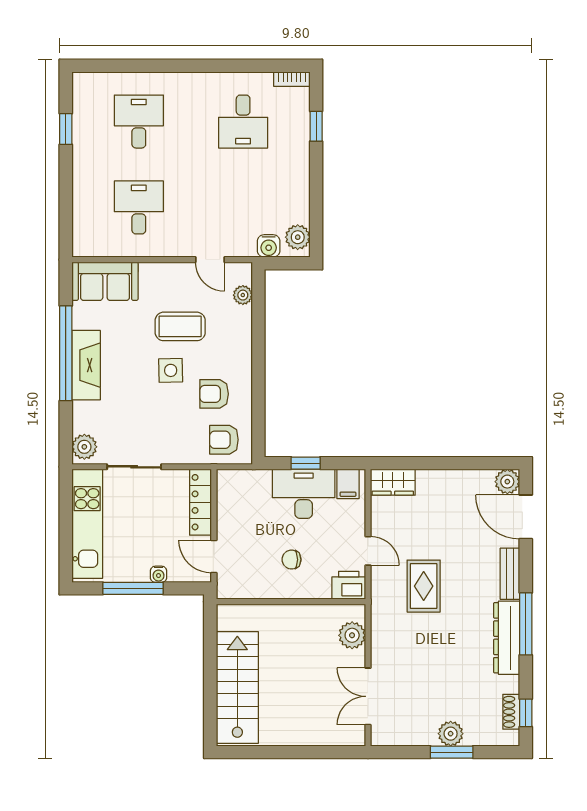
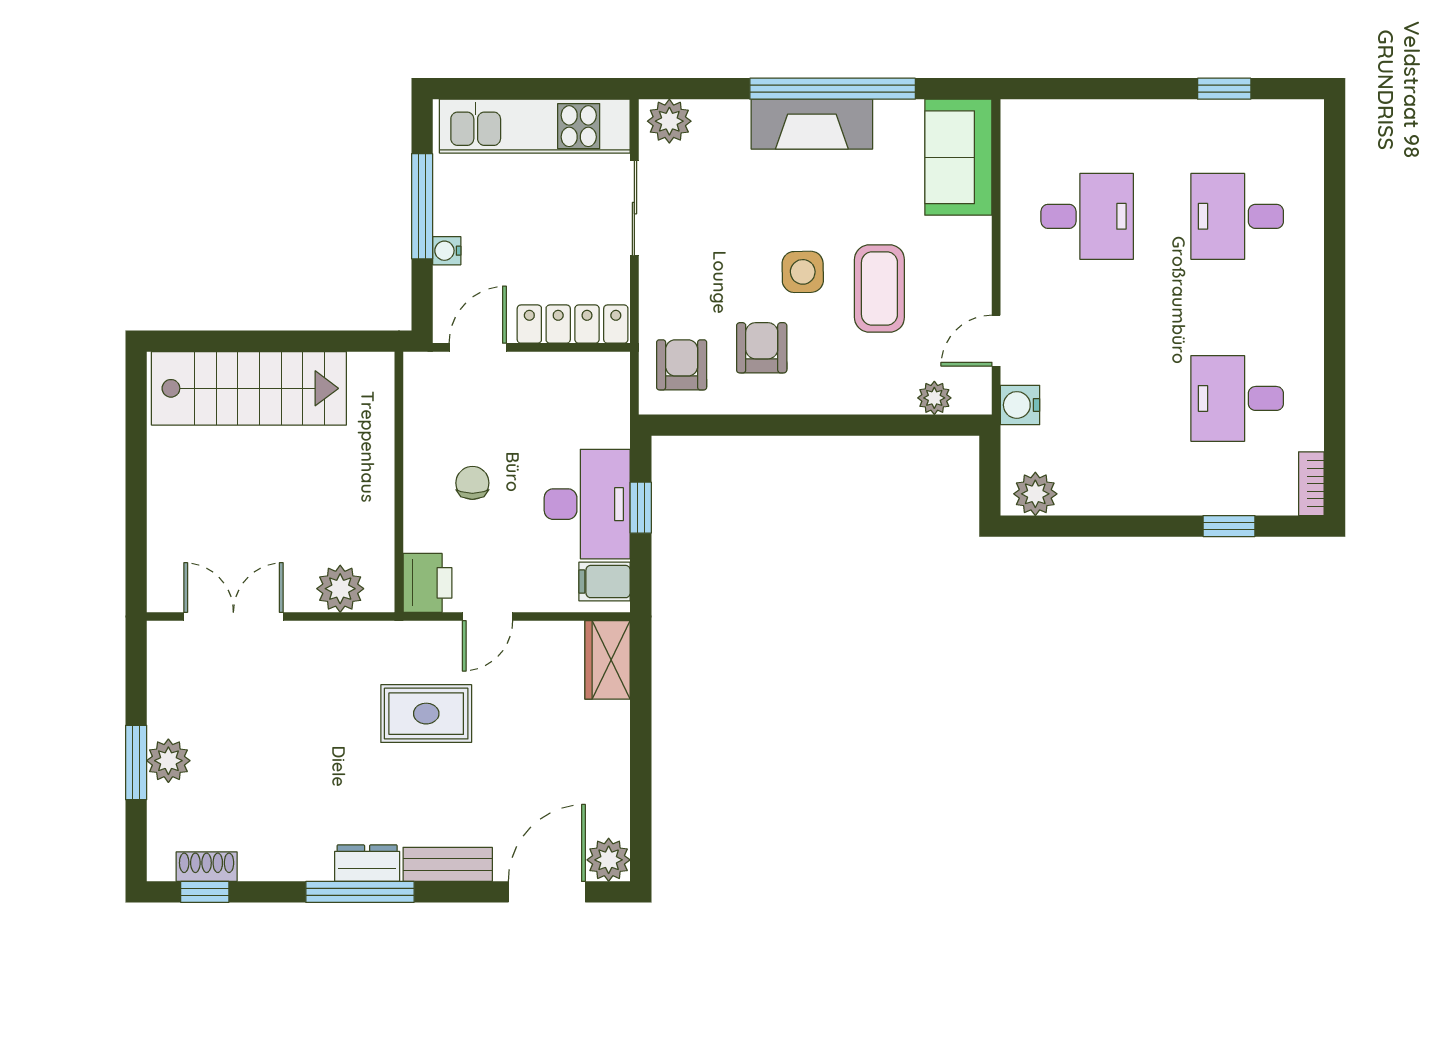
desk: (139, 122) -> (1237, 216), turned 180
water cooler: (269, 246) -> (1020, 405), moved
dresser: (507, 638) -> (367, 863), width x0.51, depth x0.80

